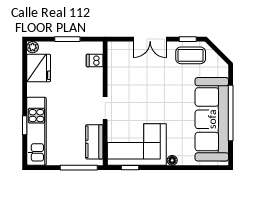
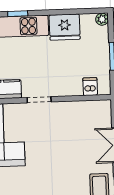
fridge: (39, 68) -> (65, 27), moved

